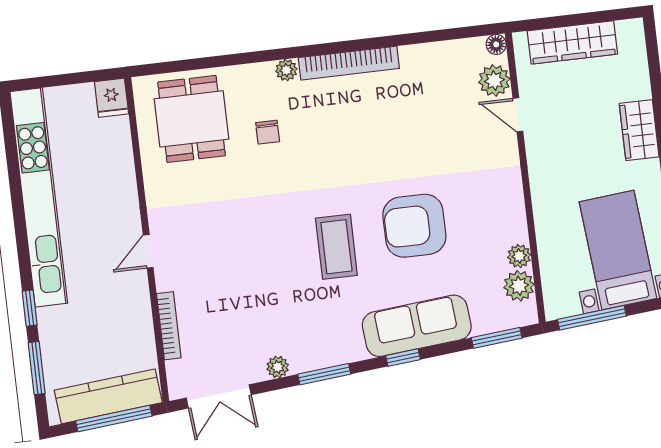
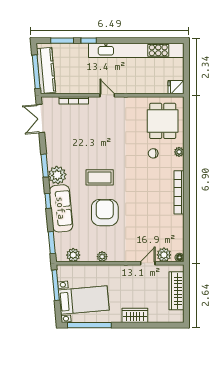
plant: (286, 70) -> (179, 152), moved
dining table: (192, 119) -> (163, 121), turned 90
plant: (519, 256) -> (102, 257), moved
plant: (278, 367) -> (57, 175), moved, width x1.87, depth x1.87

